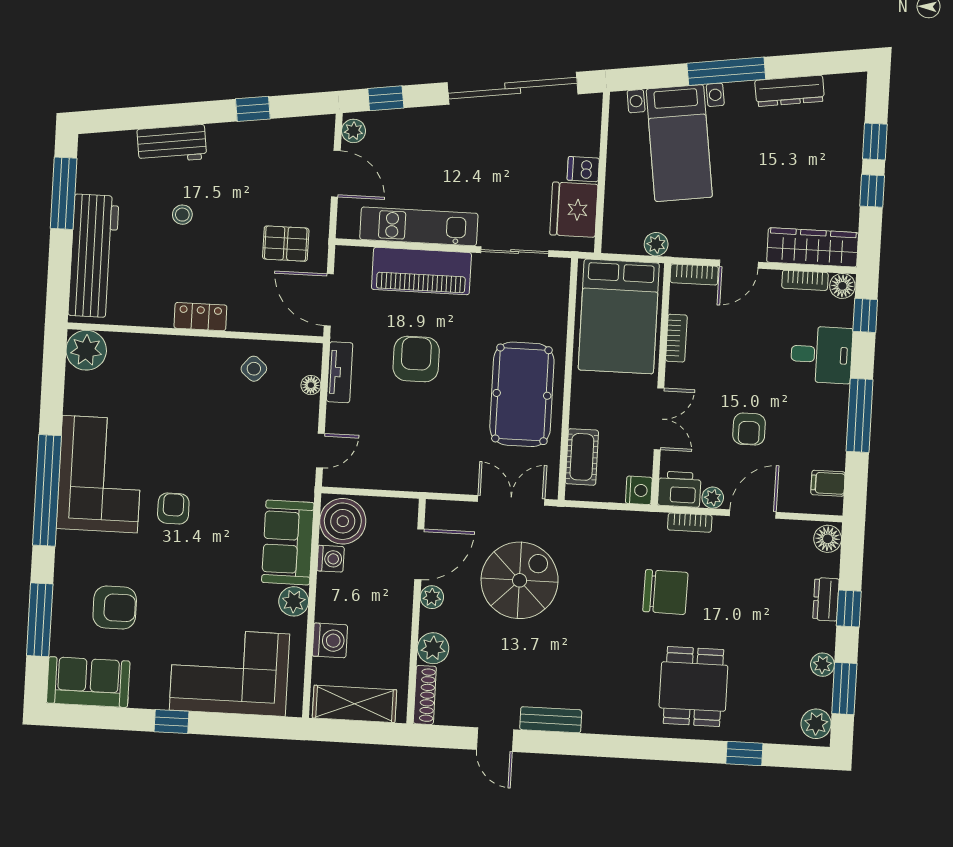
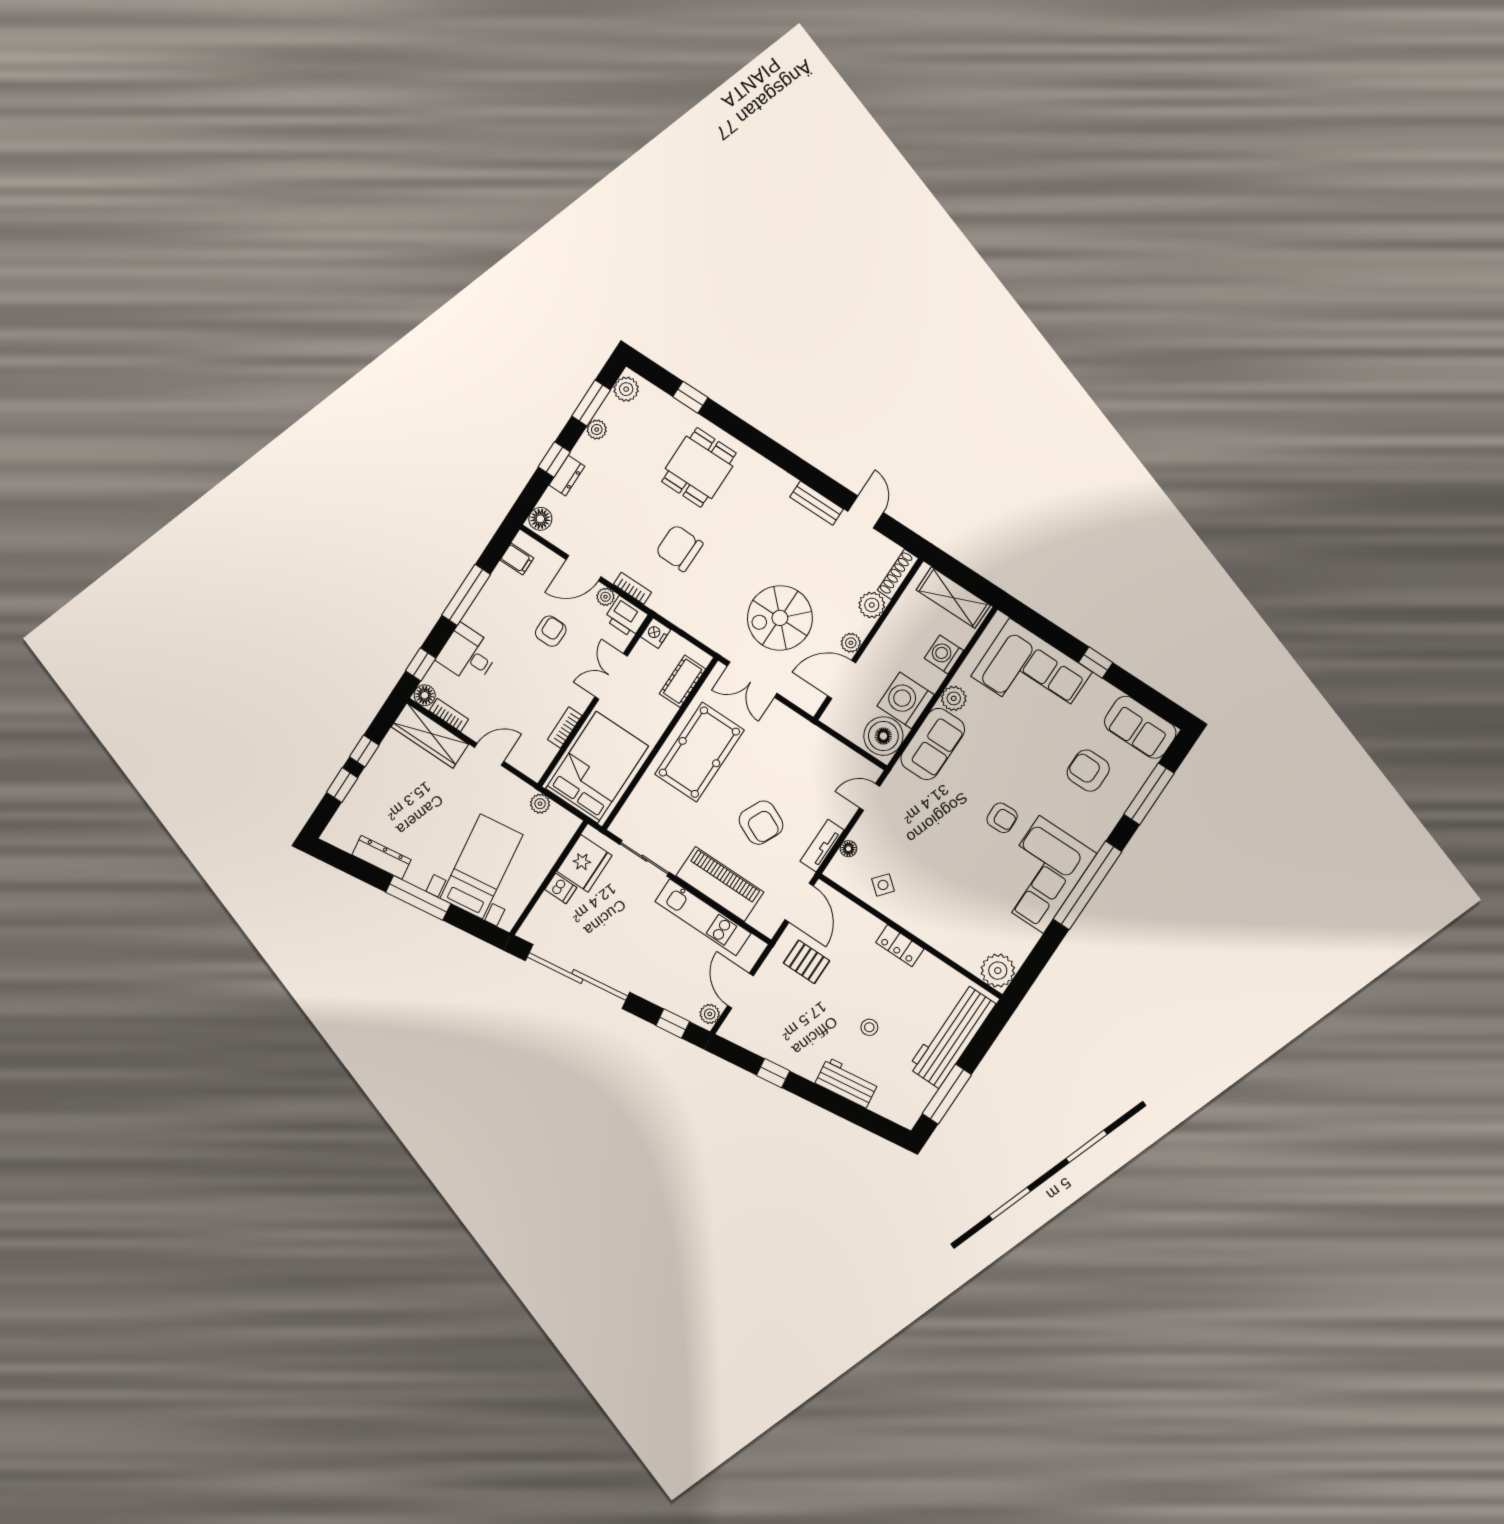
bookcase: (694, 274) -> (525, 766), removed
armchair: (416, 359) -> (761, 823), turned -65
armchair: (173, 508) -> (1002, 818), turned -92
washing machine: (331, 559) -> (906, 700), width x1.89, depth x1.89

